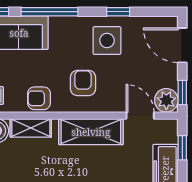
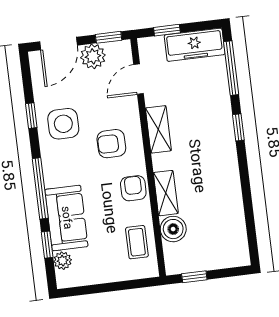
armchair: (39, 98) -> (133, 188), turned 180
plant: (166, 100) -> (93, 56), moved
shelving: (91, 132) -> (158, 129), width x0.67, depth x0.75

